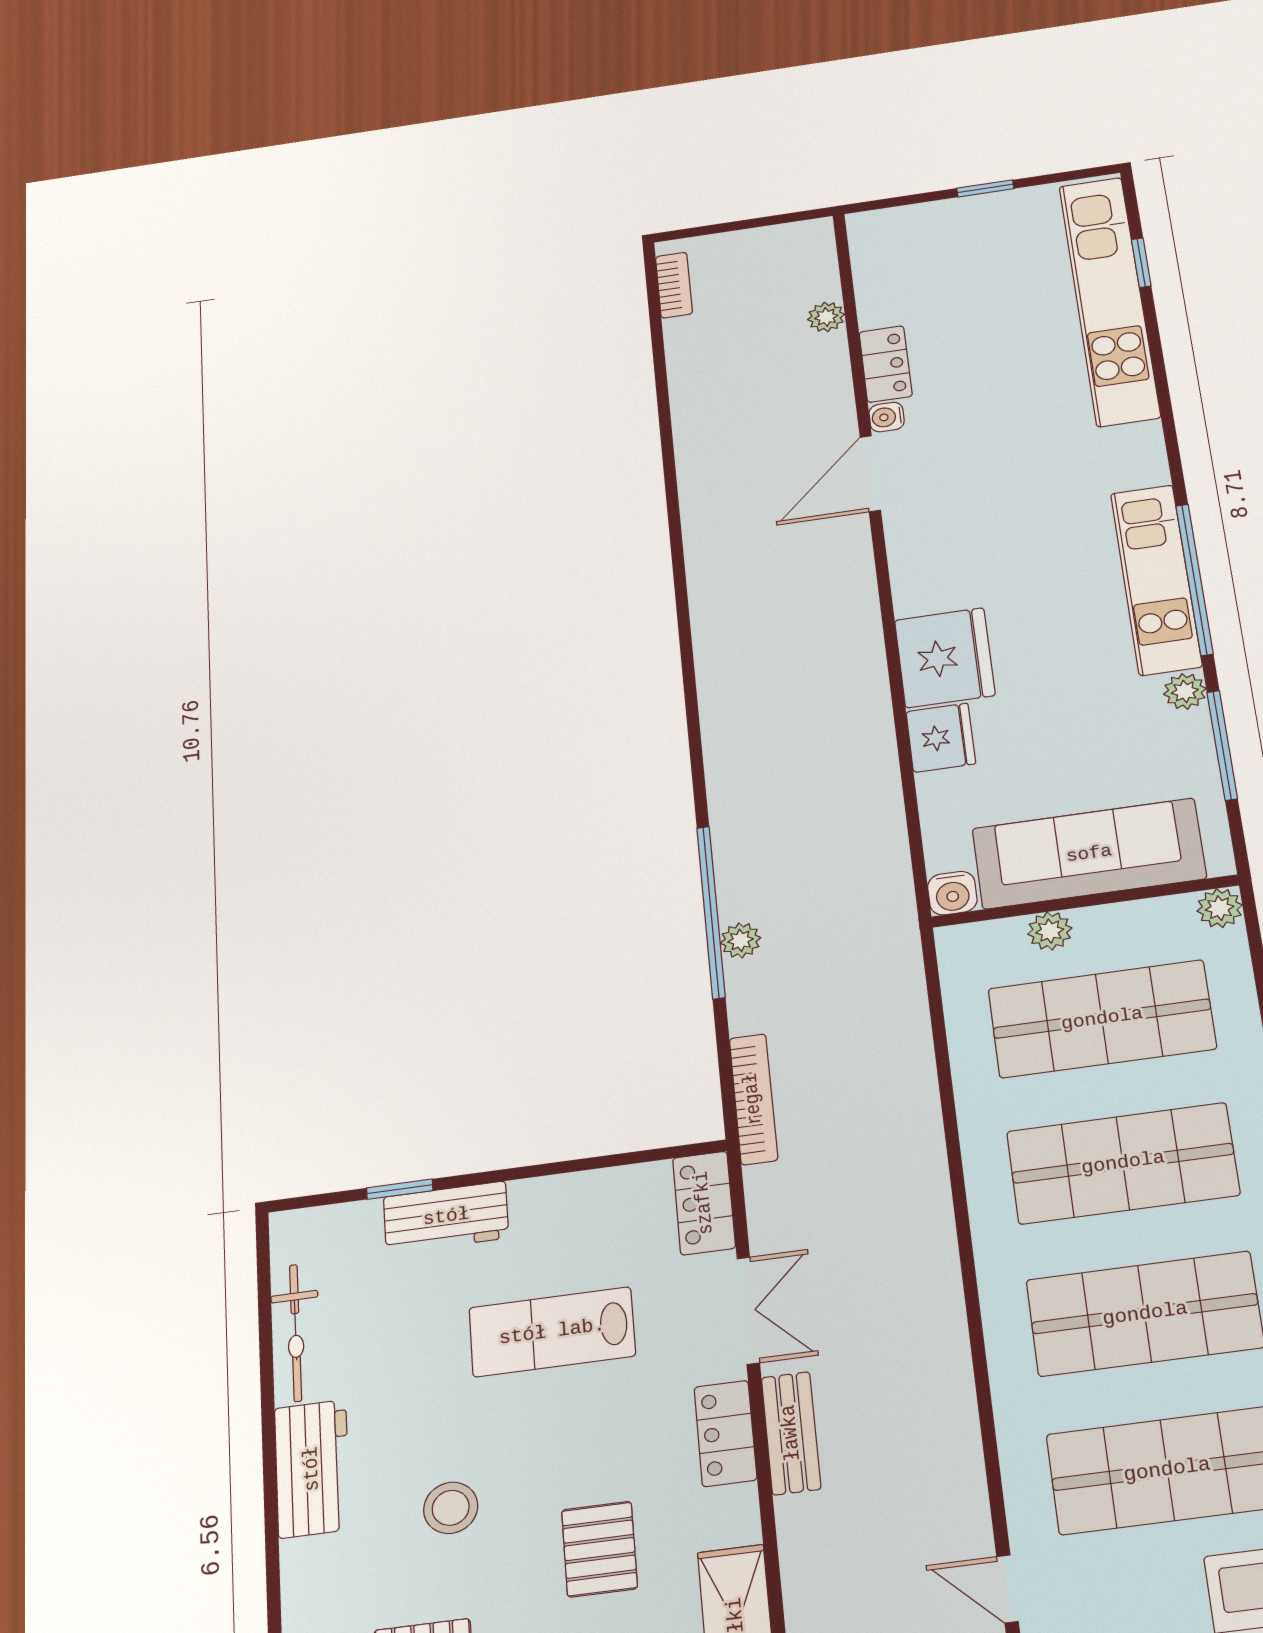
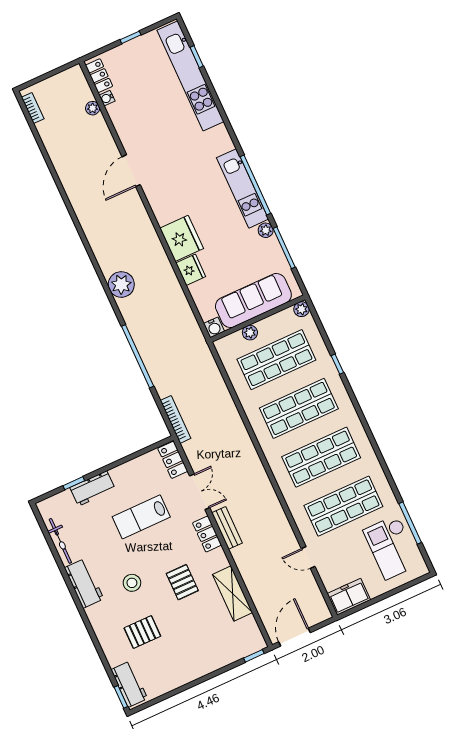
locker: (886, 364) -> (99, 76), moved
water cooler: (887, 417) -> (107, 98), moved
plant: (741, 940) -> (121, 284), moved, width x1.87, depth x1.87

